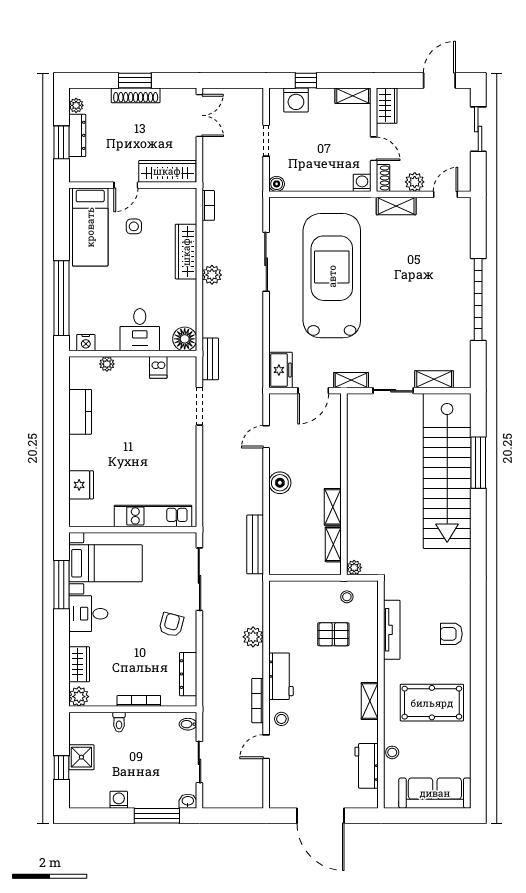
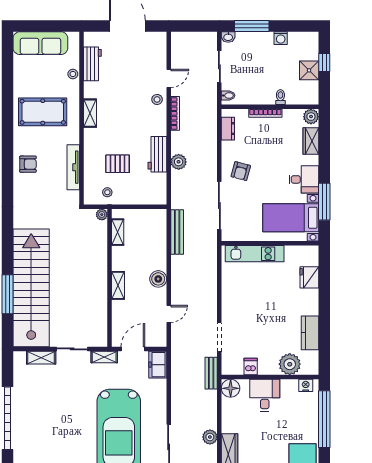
plant: (107, 364) -> (290, 364), width x1.87, depth x1.87
shelving: (333, 507) -> (118, 285), moved
dresser: (188, 674) -> (228, 129), width x0.70
workbench: (281, 676) -> (157, 154), moved

